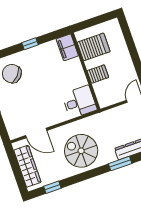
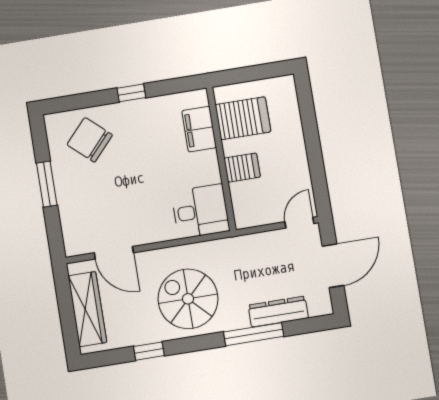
filing cabinet: (67, 47) -> (199, 129), moved
window: (120, 164) -> (254, 334), width x1.44
window: (52, 187) -> (149, 351), moved

